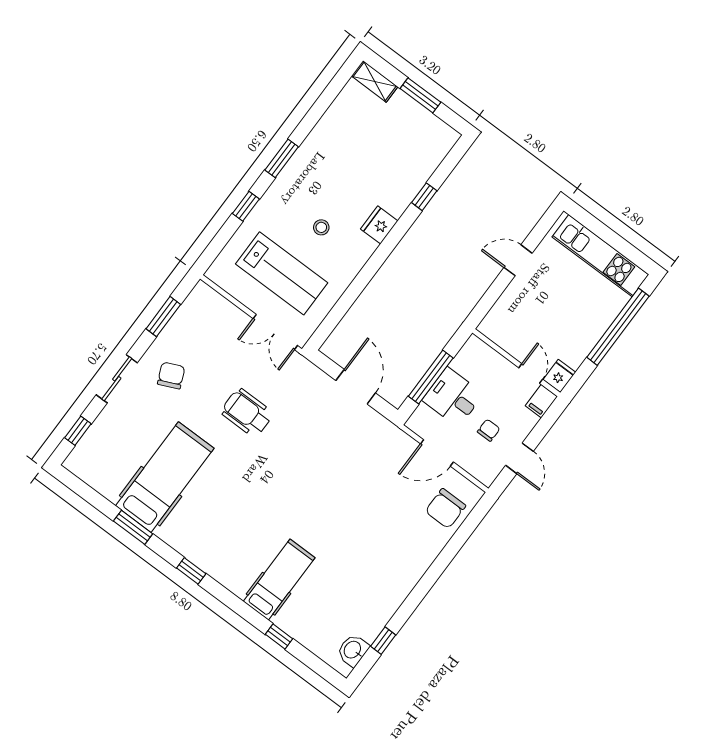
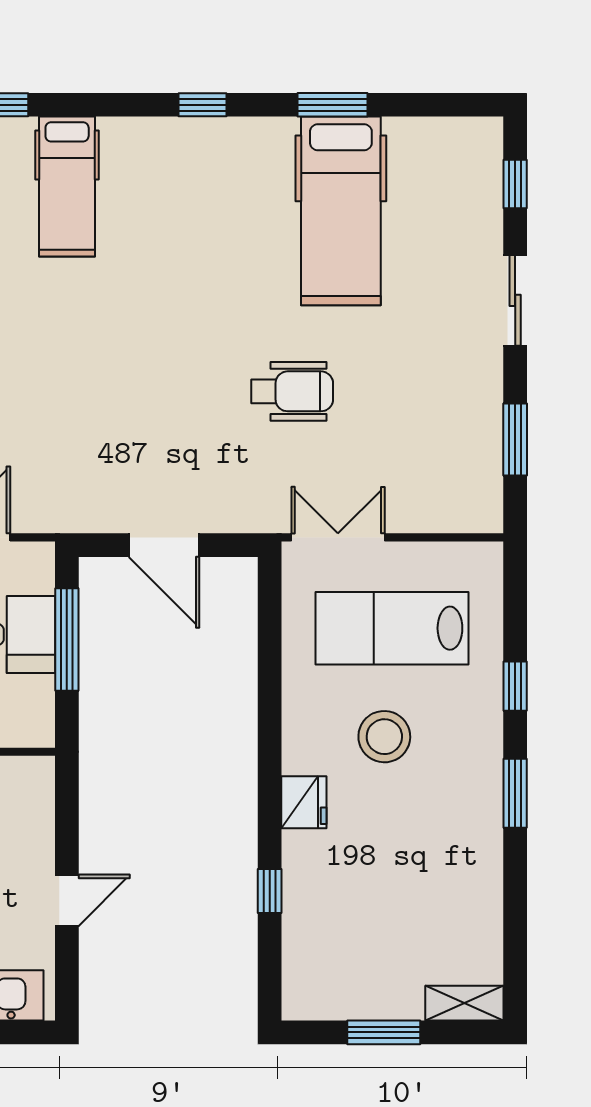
stool: (321, 227) -> (384, 737), width x1.89, depth x1.89
chair: (171, 375) -> (441, 363), removed

